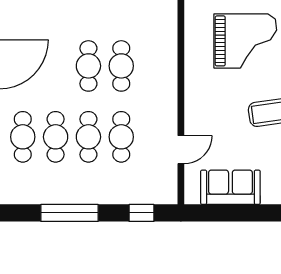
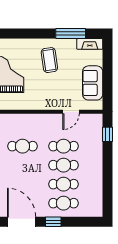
cafe table: (88, 66) -> (22, 165), removed
door: (181, 150) -> (71, 112), swing flipped
window: (69, 213) -> (108, 176), removed

